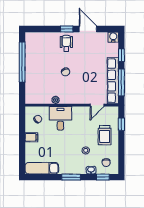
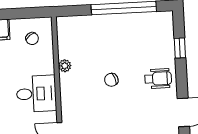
window: (67, 29) -> (180, 48), moved
desk: (60, 118) -> (36, 94), moved

